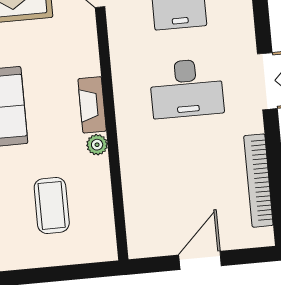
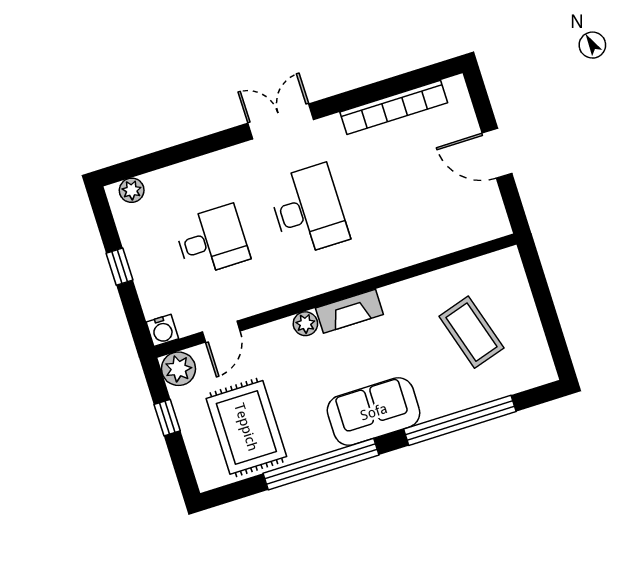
plant: (97, 145) -> (305, 324), moved
coffee table: (52, 205) -> (471, 332), turned 73

